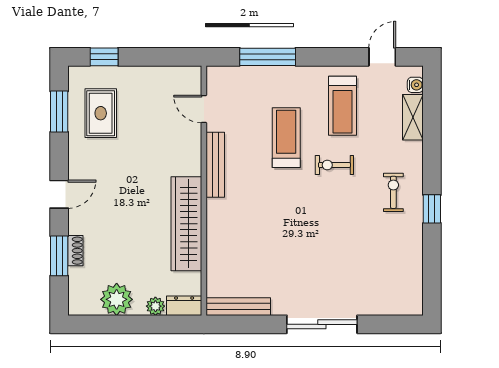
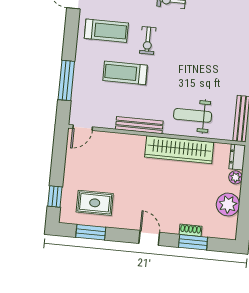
door: (204, 109) -> (83, 128), moved
weight bench: (236, 238) -> (193, 115), added

